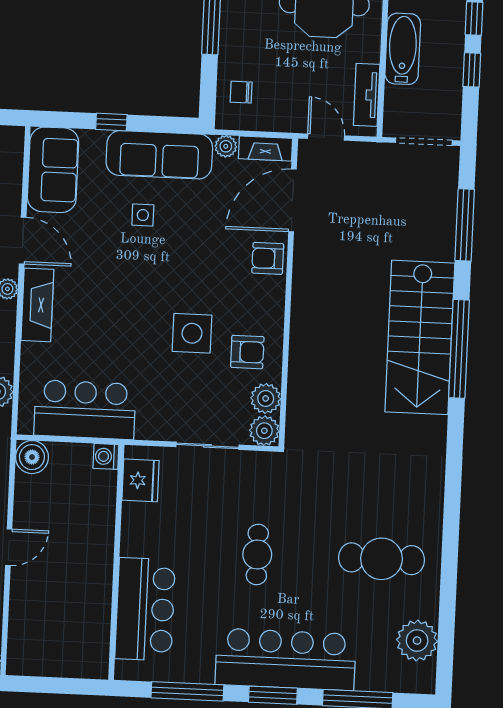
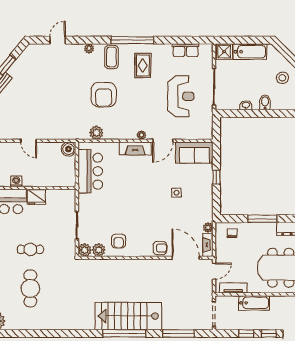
sofa: (159, 155) -> (203, 199), removed
armchair: (268, 258) -> (160, 248), turned 90
side table: (192, 333) -> (126, 216), removed
washing machine: (106, 456) -> (16, 181), moved
fridge: (141, 480) -> (36, 197), moved
cafe table: (381, 559) -> (30, 288), moved

